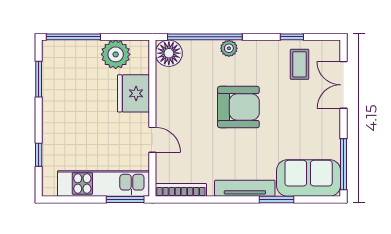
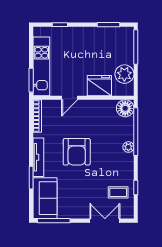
armchair: (238, 107) -> (77, 152), moved

